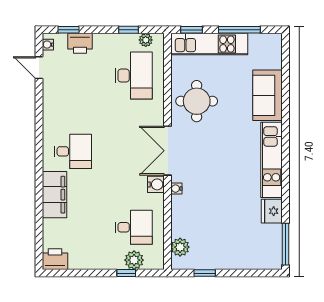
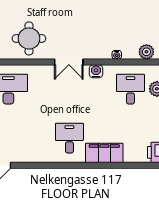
double door: (167, 151) -> (69, 62), width x0.73
water cooler: (176, 189) -> (117, 55), moved

